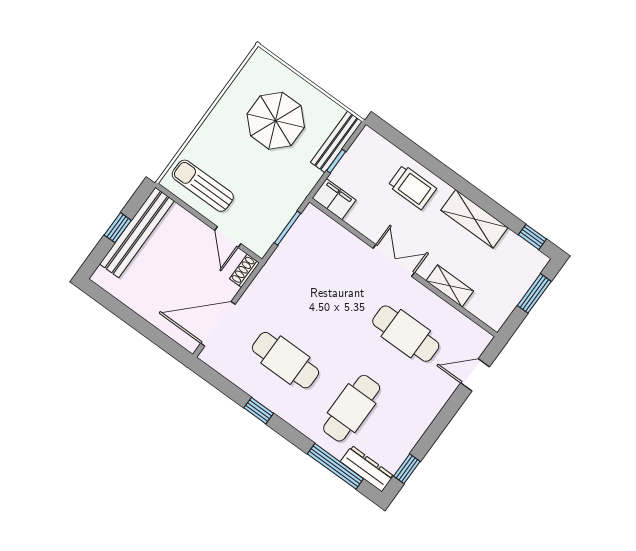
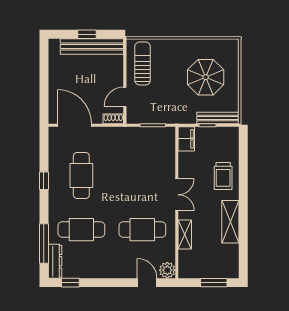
window: (532, 237) -> (243, 260), removed
cafe table: (406, 334) -> (142, 230), turned 90
plant: (478, 339) -> (167, 270), added

